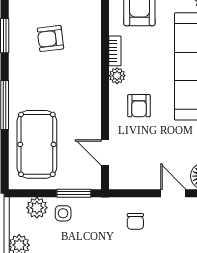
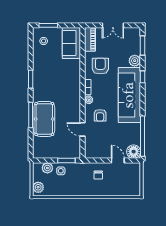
armchair: (50, 38) -> (54, 81), removed
pool table: (37, 144) -> (44, 119), moved
door: (105, 152) -> (83, 129), moved

